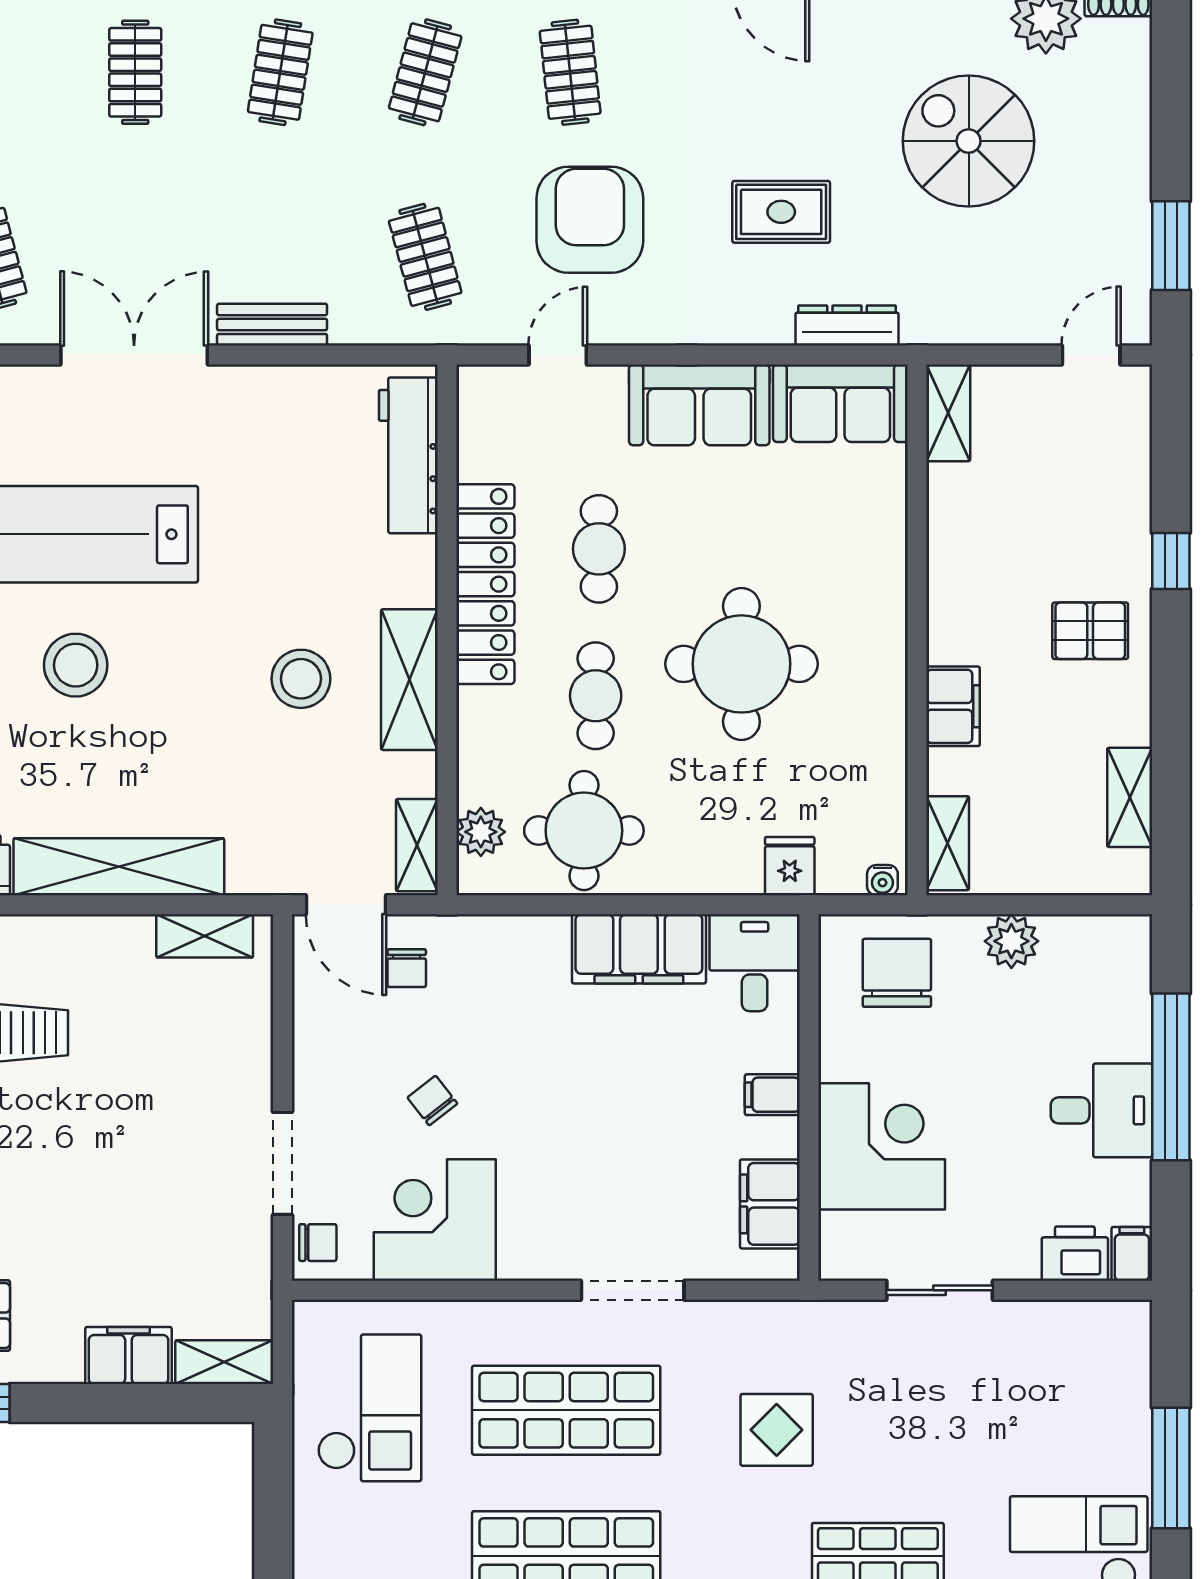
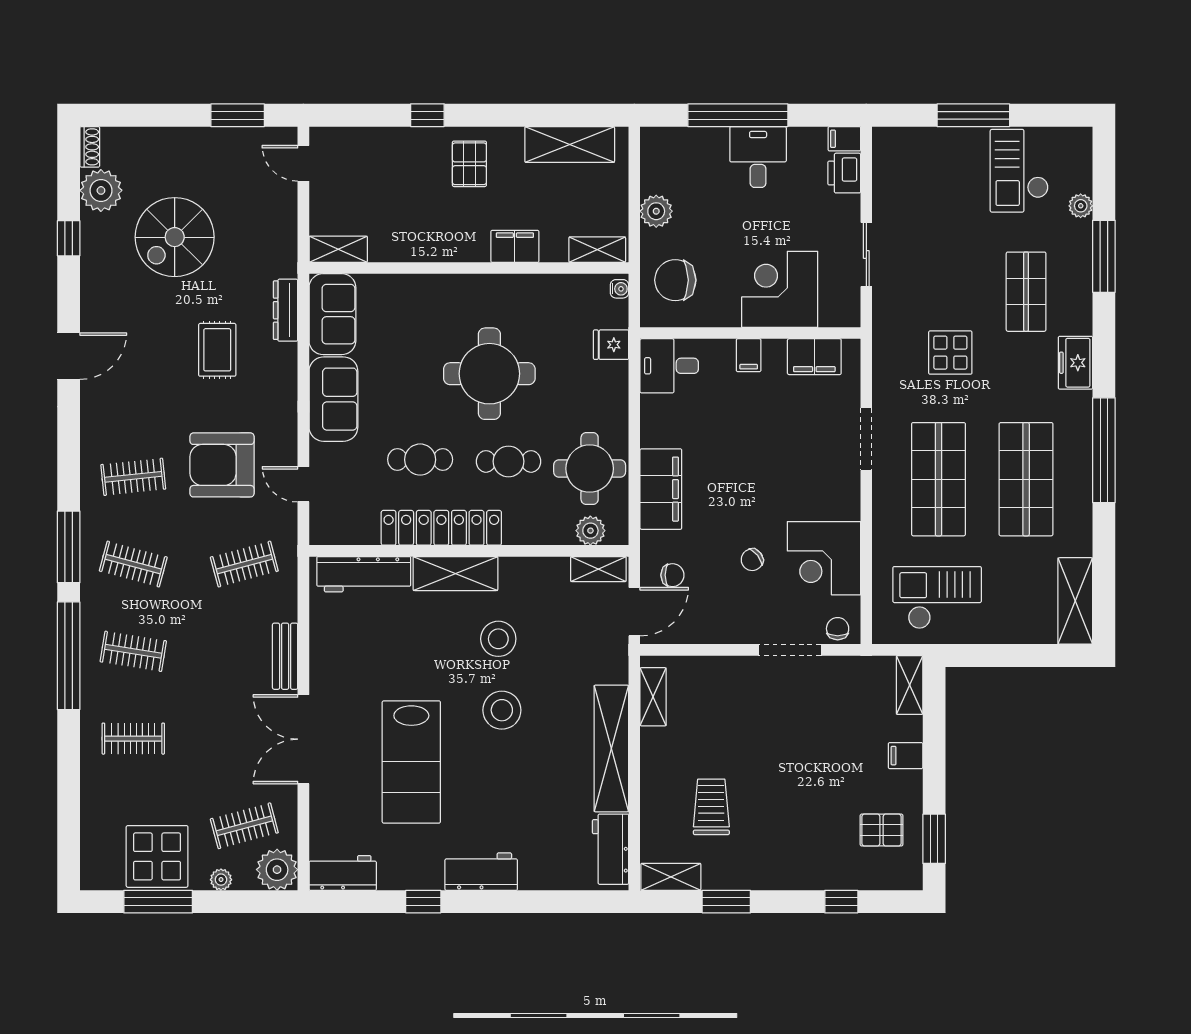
stool: (76, 665) -> (502, 710), moved
shelving: (409, 680) -> (455, 574), moved
shelving: (1130, 797) -> (570, 145), width x1.50, depth x1.33
filing cabinet: (639, 949) -> (661, 489), moved
filing cabinet: (128, 1356) -> (906, 756), width x0.50

